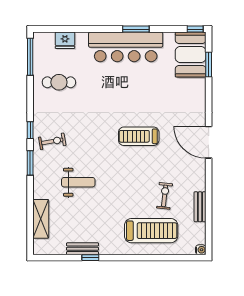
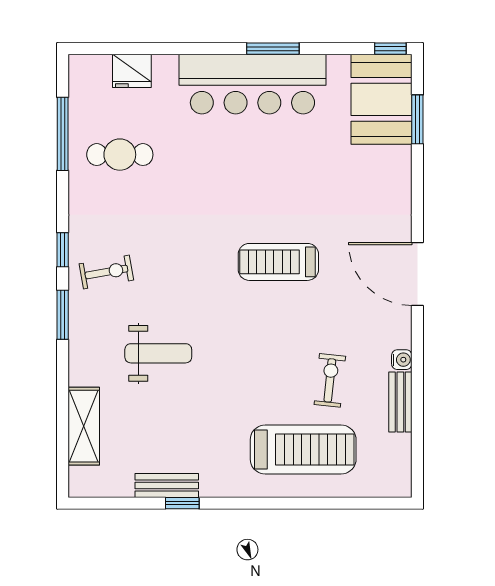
window: (30, 57) -> (63, 134), moved
water cooler: (201, 250) -> (402, 360), moved

